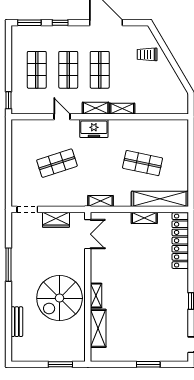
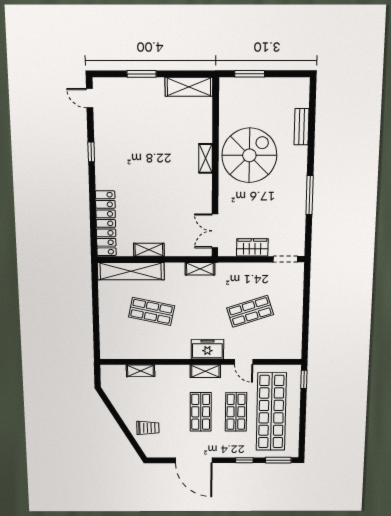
shop shelf: (37, 70) -> (271, 412), width x2.00, depth x1.36
shelving: (122, 109) -> (140, 371), moved
shelving: (98, 328) -> (189, 87), moved, turned 90

